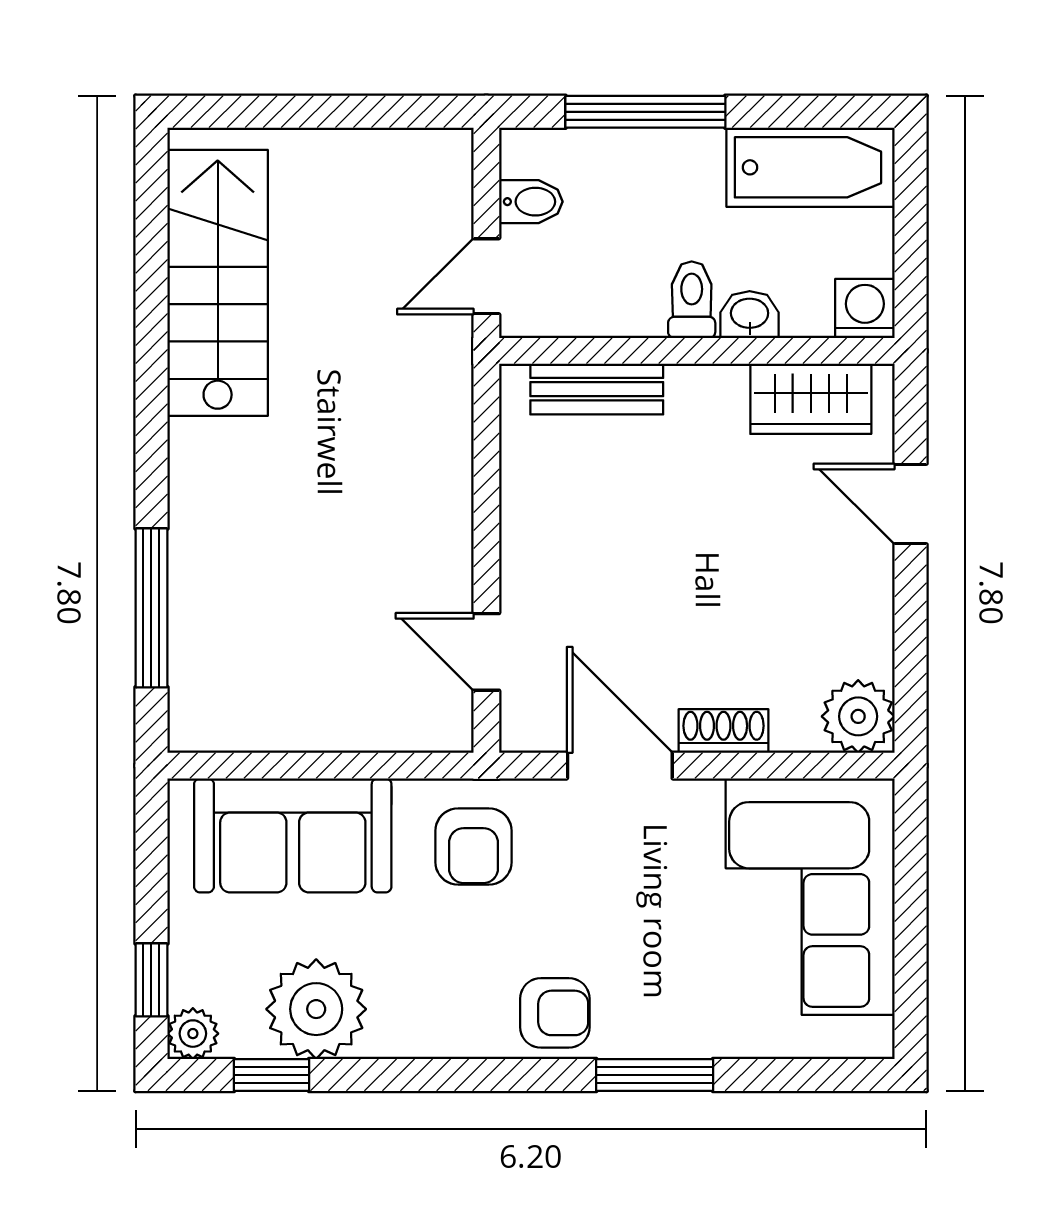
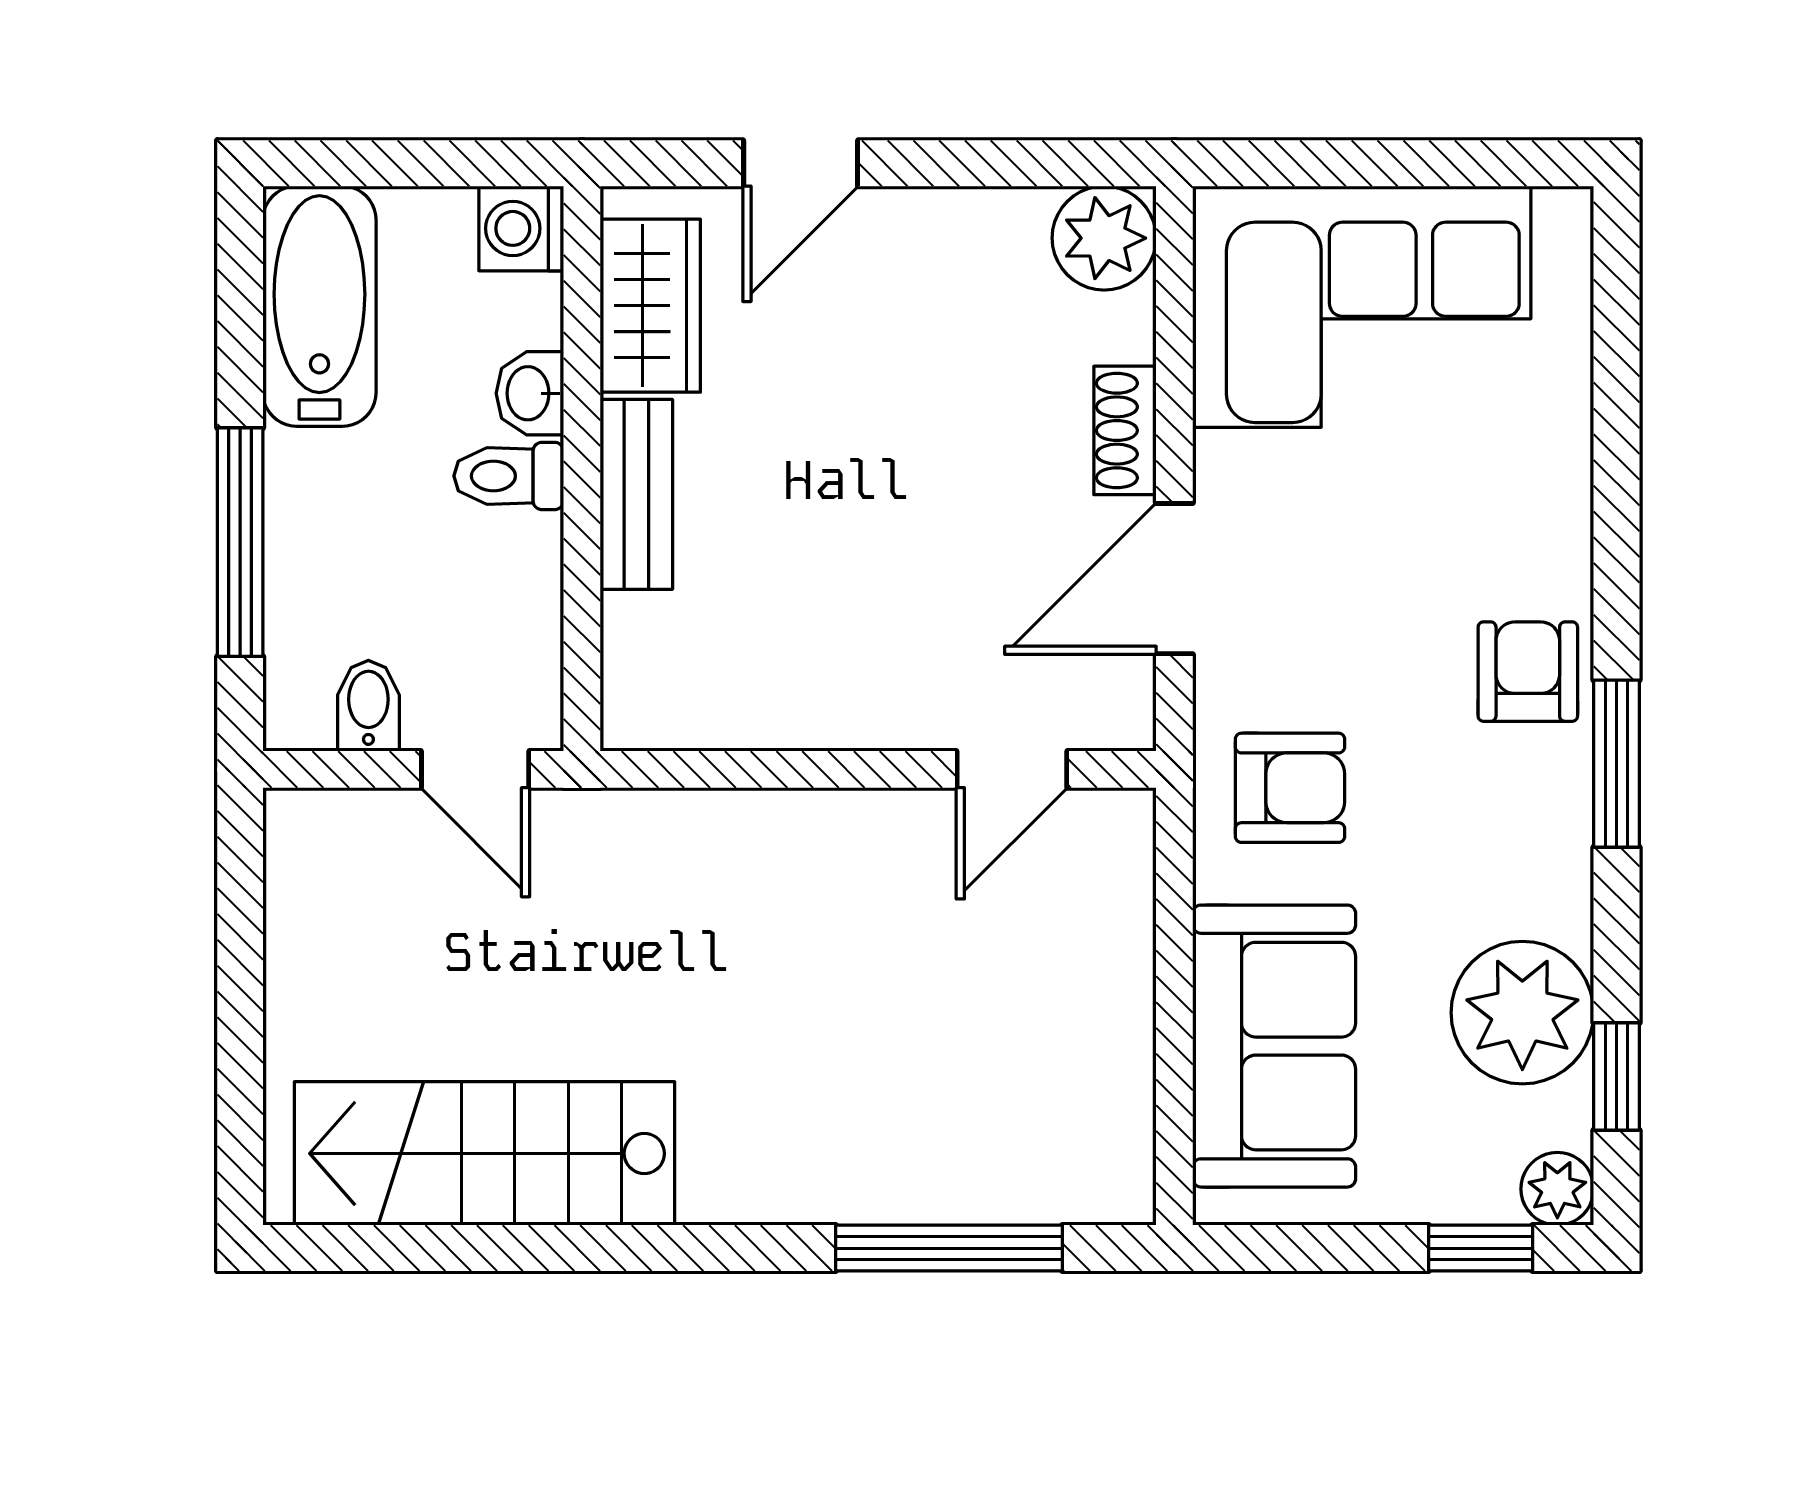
bench: (597, 389) -> (636, 494), moved
window: (655, 1075) -> (1617, 764), moved

